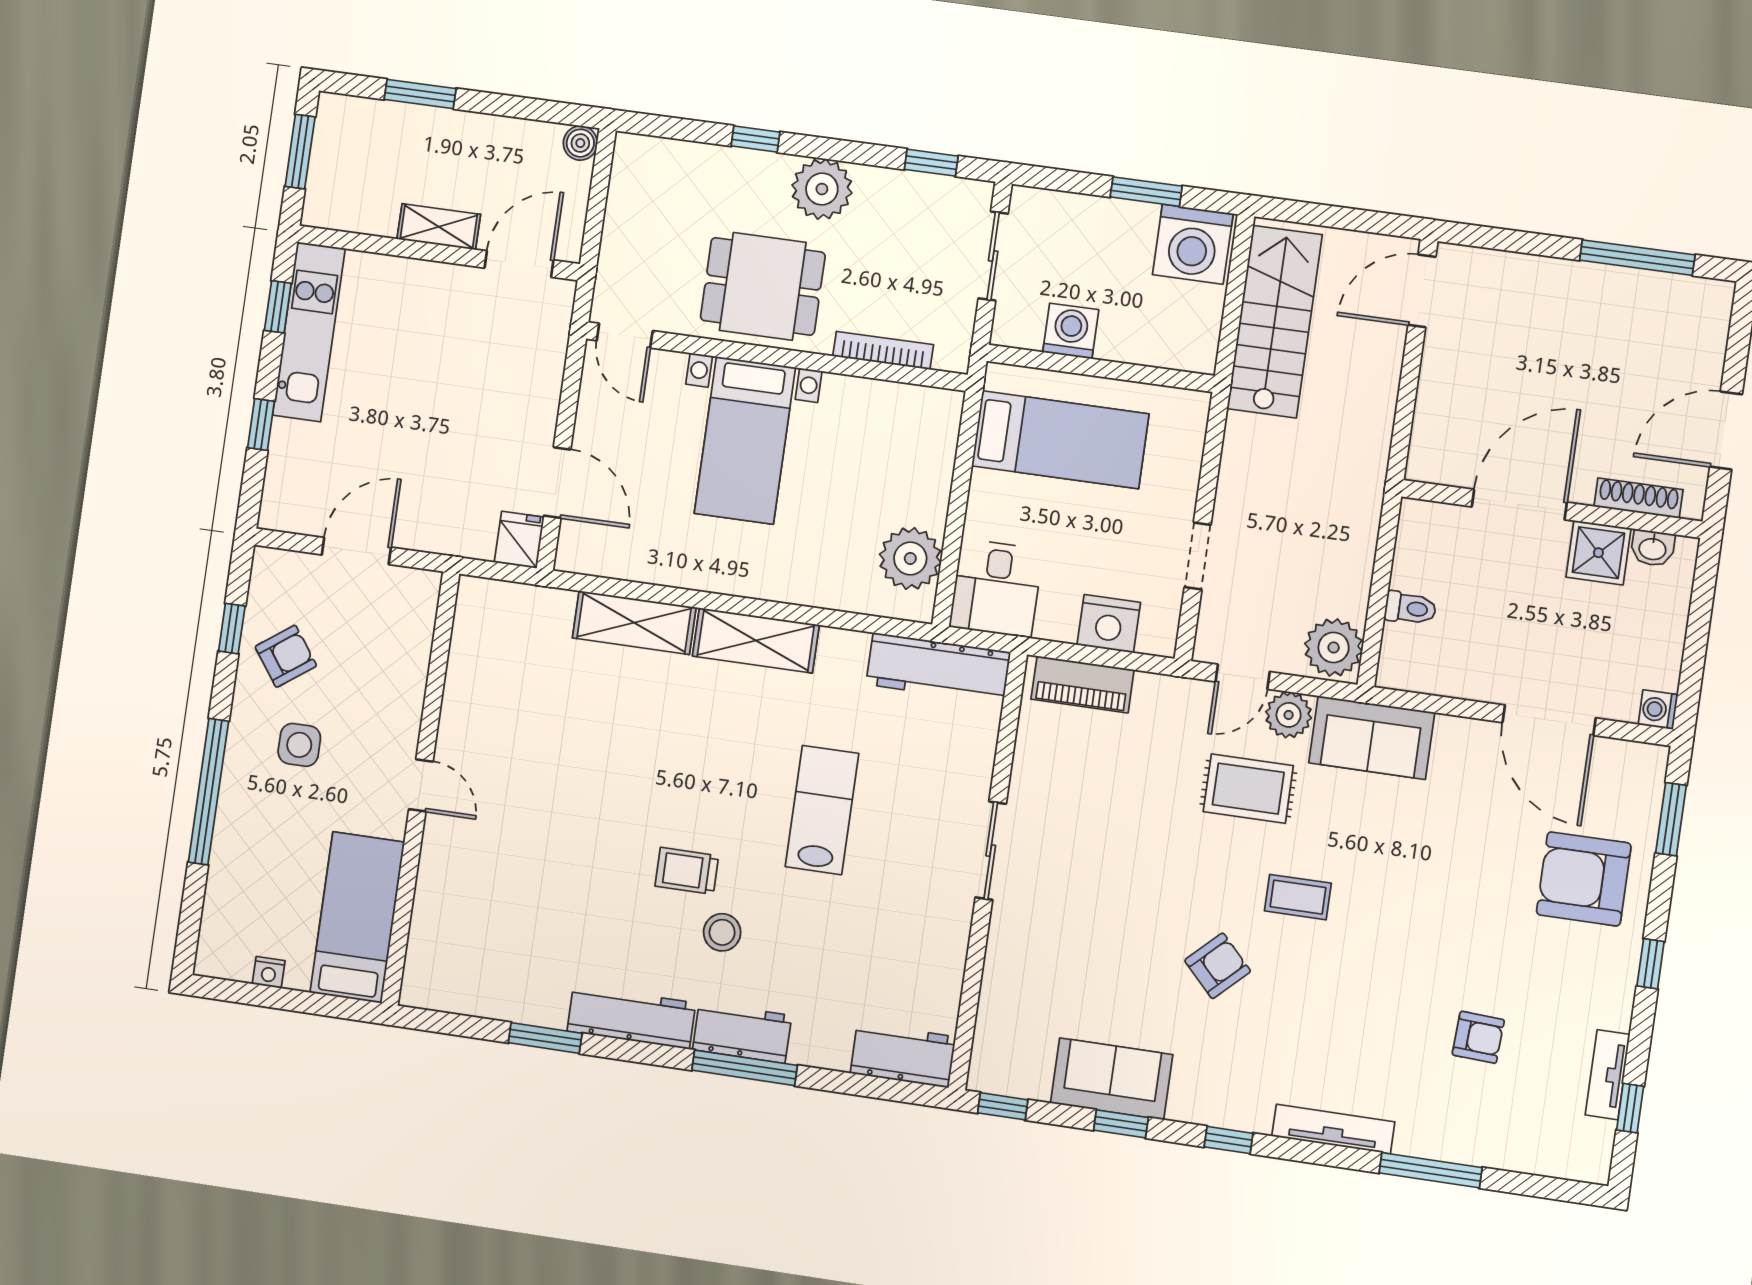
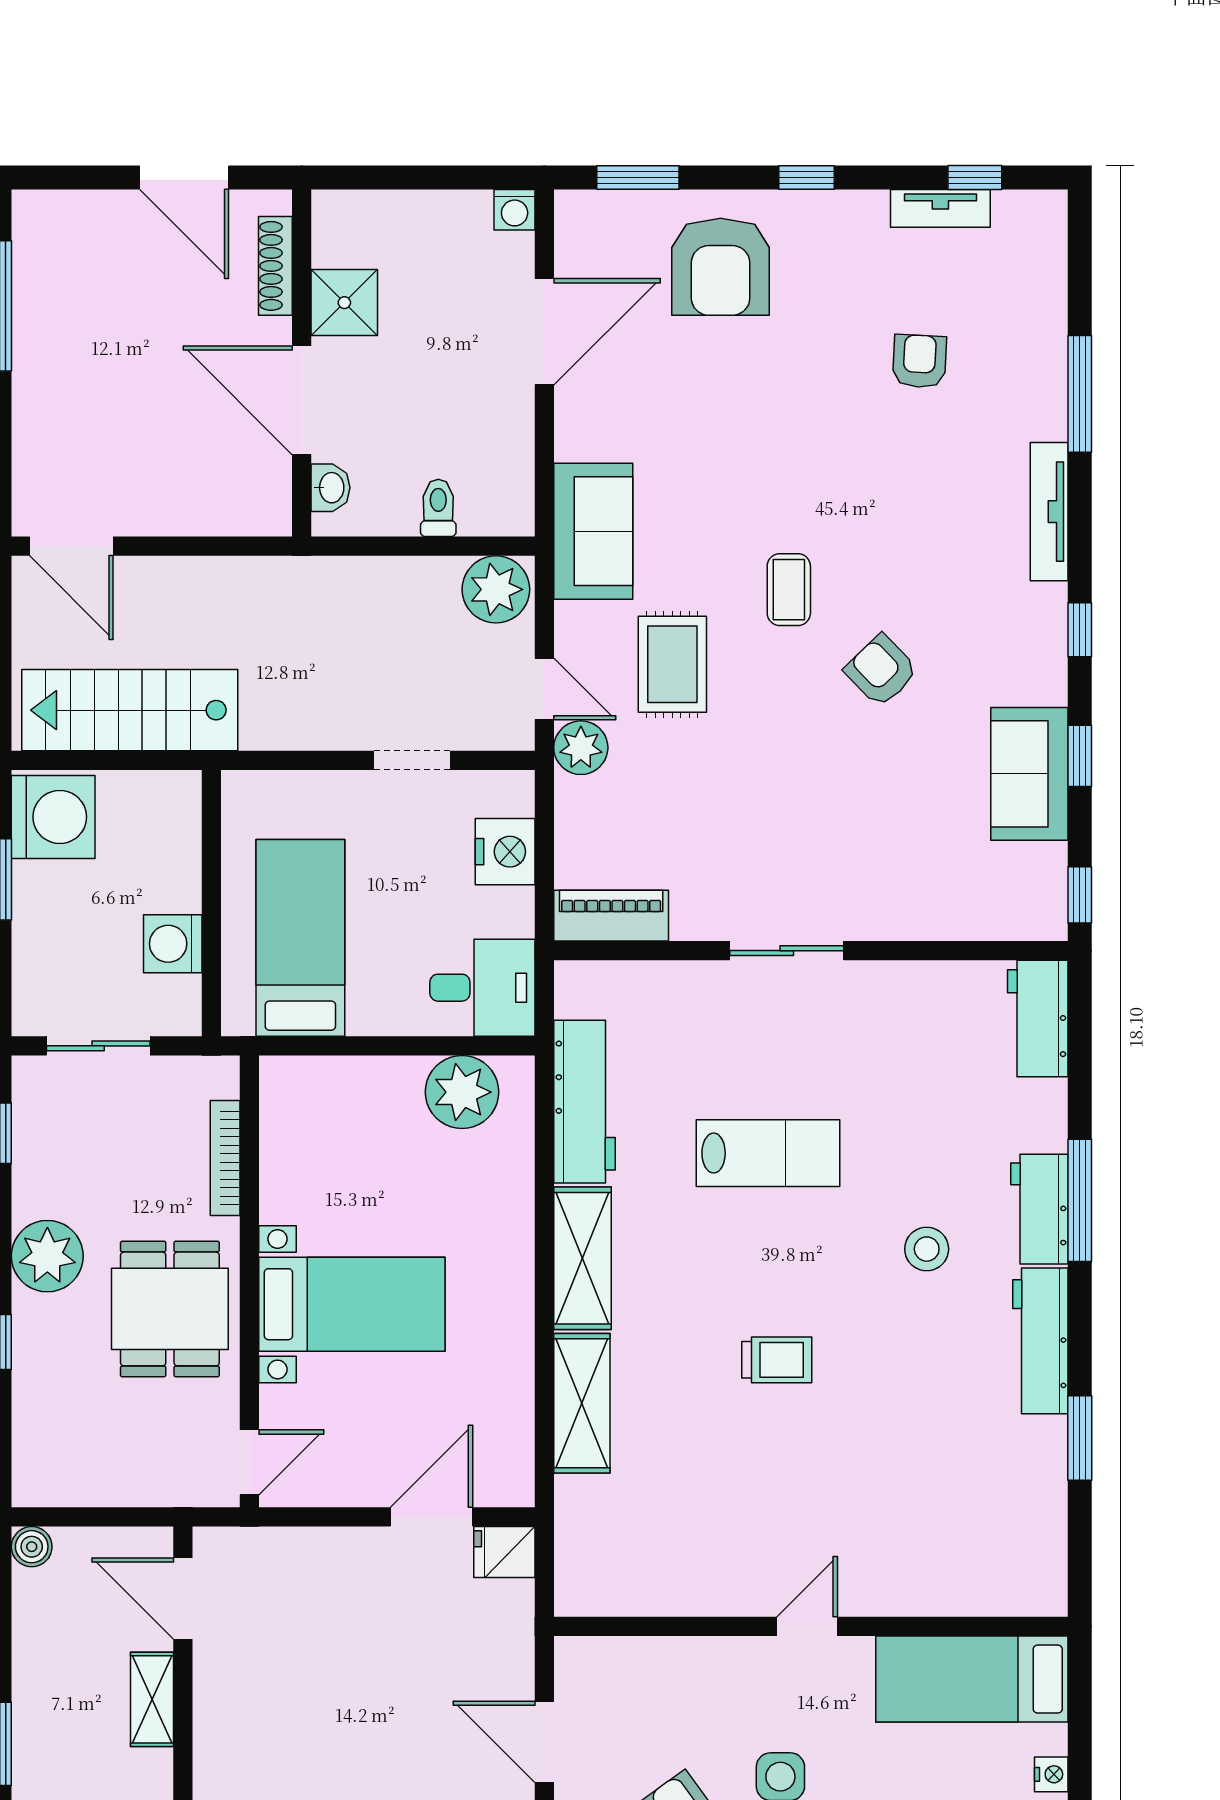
washbasin: (1653, 548) -> (331, 488), moved
workbench: (938, 668) -> (585, 1102), moved
piano: (1082, 684) -> (611, 916), moved, turned -90
plant: (1289, 715) -> (581, 748), moved
lab bench: (822, 810) -> (768, 1153), turned 180
trolley: (687, 871) -> (777, 1360), moved, turned -90

